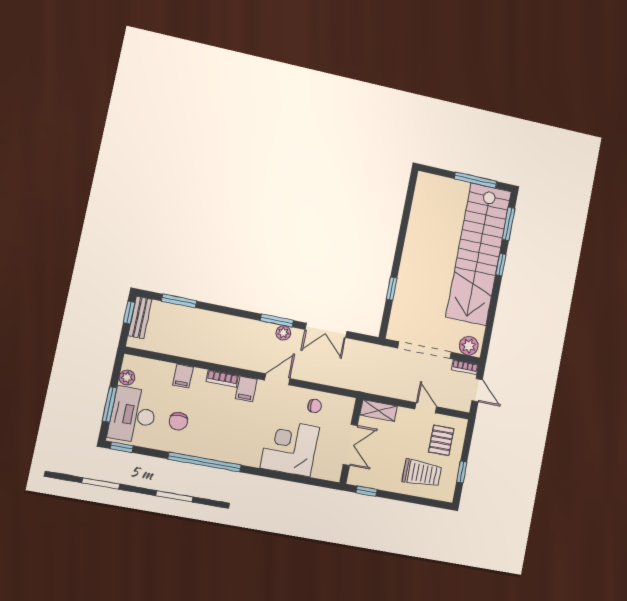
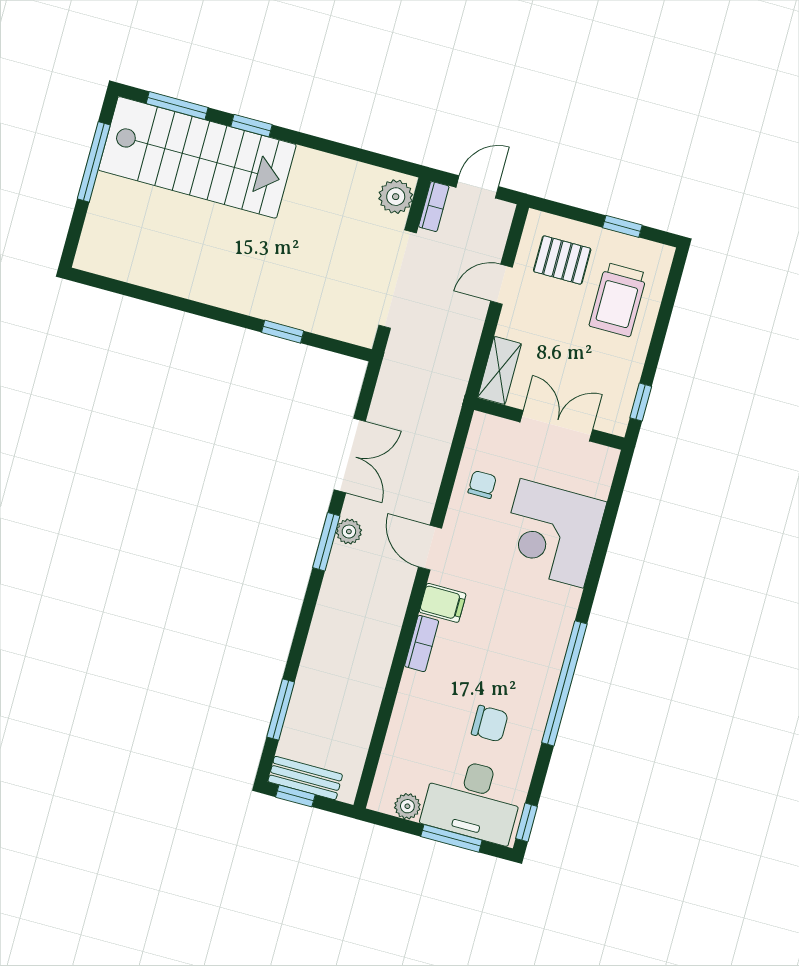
stairs: (479, 254) -> (197, 157), width x0.73
filing cabinet: (183, 376) -> (412, 711), removed
trolley: (422, 473) -> (618, 300), turned 180

